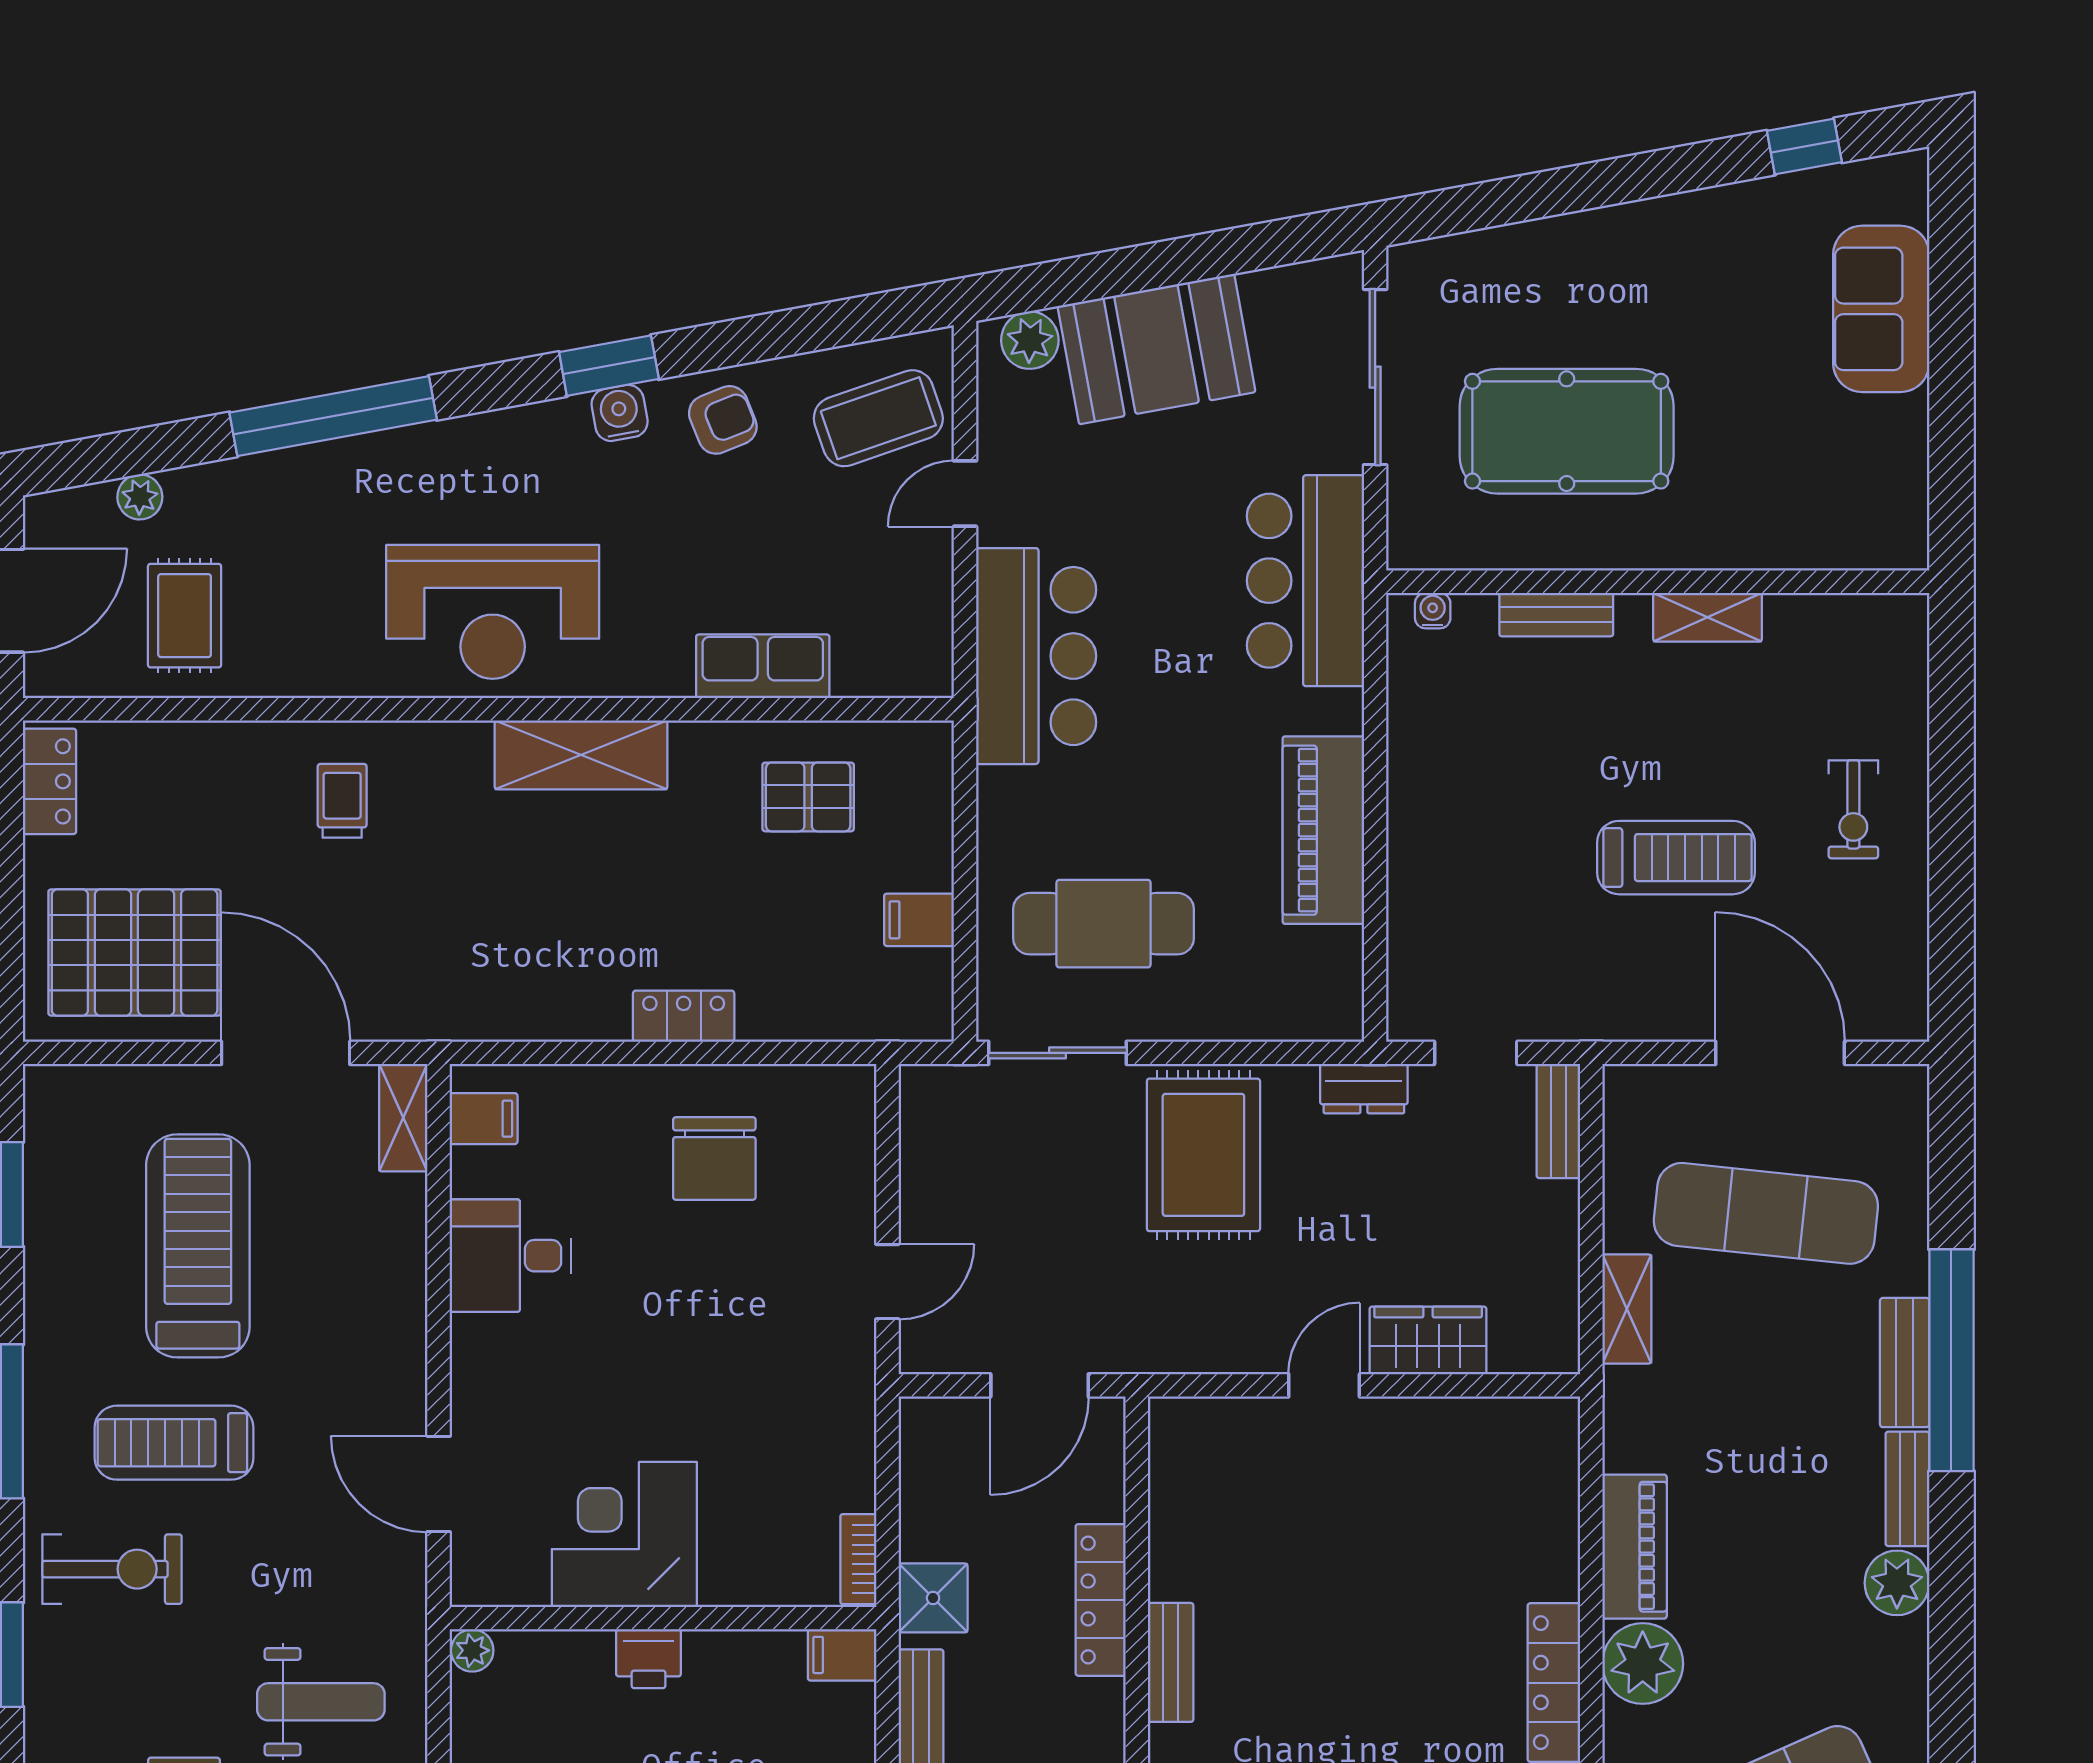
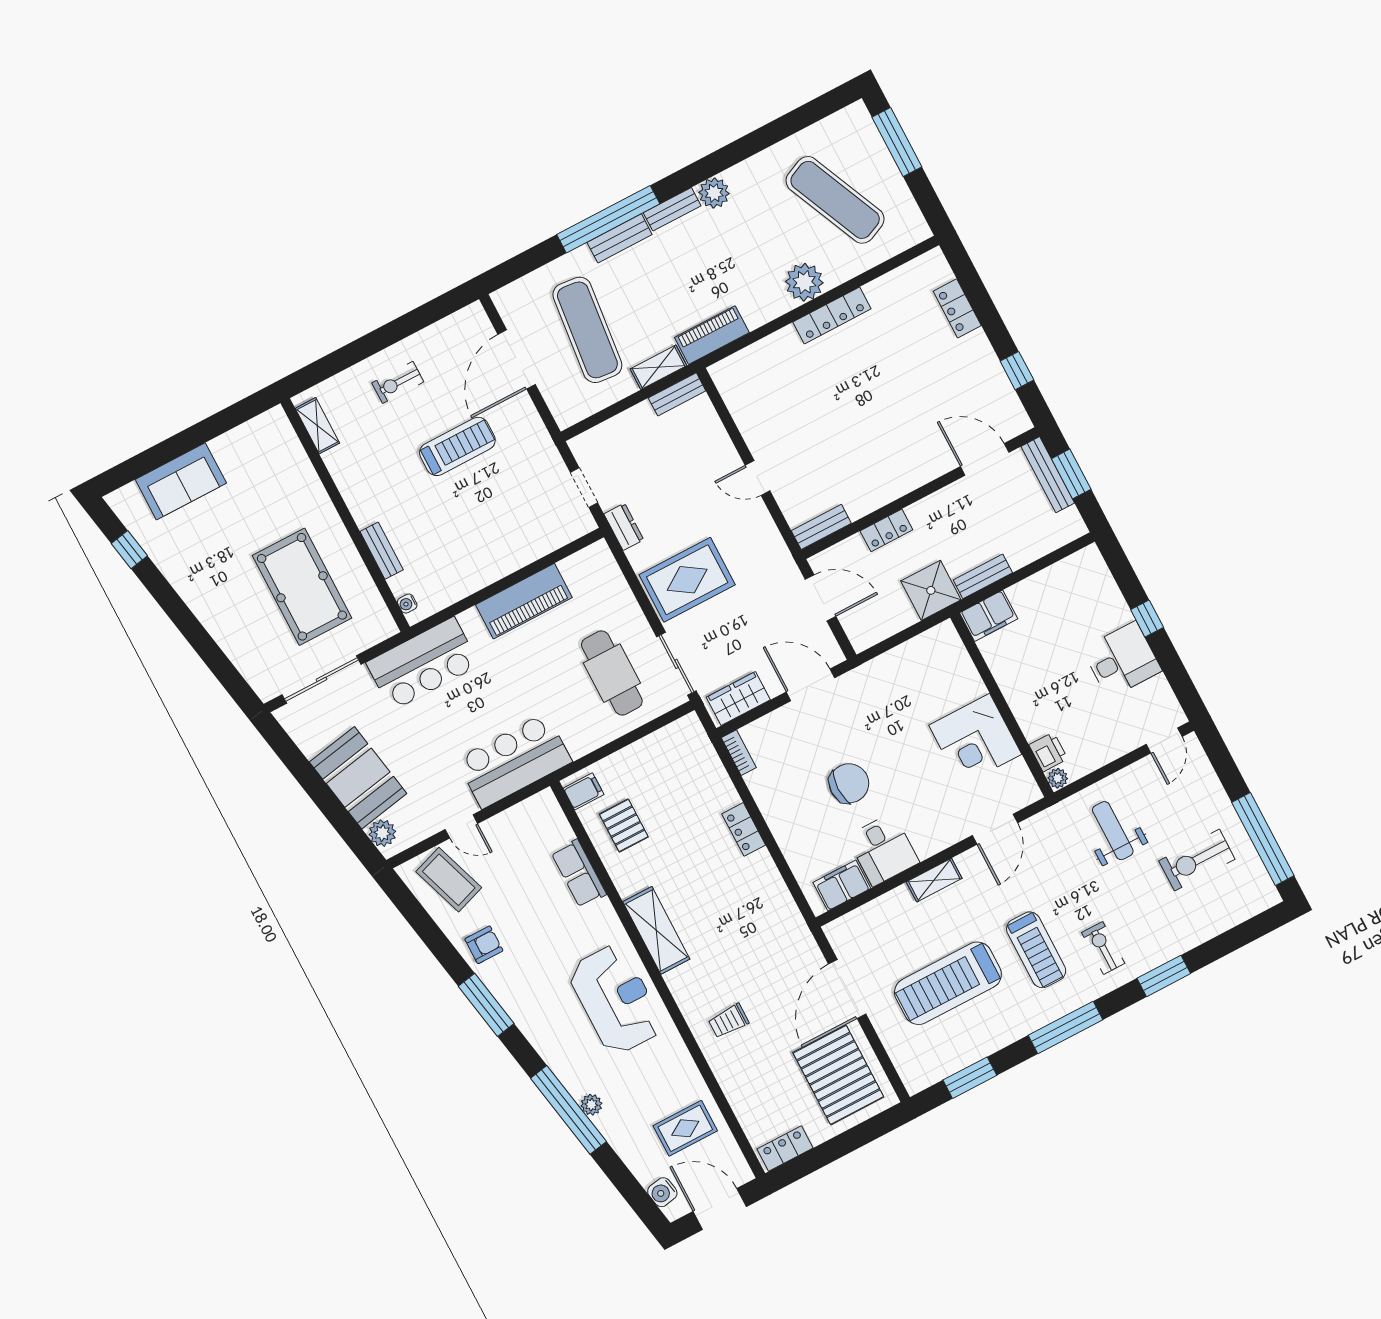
window: (609, 366) -> (486, 1005), width x1.44
water cooler: (620, 413) -> (662, 1192), moved
armchair: (723, 420) -> (484, 945), turned 112
plant: (140, 497) -> (591, 1105), moved
shelving: (1708, 617) -> (317, 426), moved
exercise bike: (1853, 809) -> (398, 382), turned 180
treadmill: (1676, 858) -> (457, 446), turned 90
filing cabinet: (919, 920) -> (584, 791), moved, turned -90
shelving: (403, 1118) -> (934, 880), moved
filing cabinet: (484, 1119) -> (842, 885), width x2.00
bench: (1558, 1121) -> (677, 394), moved
chair: (714, 1158) -> (849, 783), moved
door: (887, 1282) -> (810, 685), width x1.38
wardrobe: (1428, 1340) -> (738, 699), moved, turned 90
piano: (1635, 1547) -> (712, 335), moved
bookcase: (858, 1559) -> (739, 753), moved, turned -90
exercise bike: (112, 1569) -> (1103, 948), width x0.73, depth x0.72
shower: (933, 1598) -> (931, 590), width x1.36, depth x1.36
locker: (1101, 1600) -> (886, 530), width x0.66
filing cabinet: (842, 1655) -> (989, 616), width x2.00
printer: (649, 1659) -> (1048, 752), moved
bench: (1171, 1662) -> (821, 527), moved

